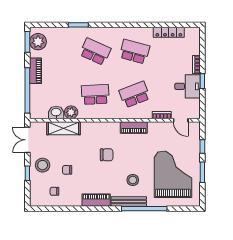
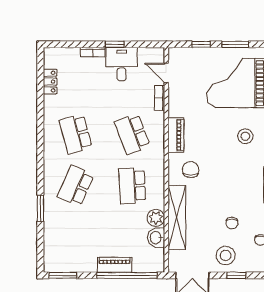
locker: (169, 32) -> (50, 82), width x0.66
plant: (38, 42) -> (63, 261), removed
school desk: (135, 52) -> (76, 134), turned -30
piano: (36, 71) -> (115, 265), moved
door: (181, 120) -> (166, 73), swing flipped
shelving: (63, 128) -> (177, 218), width x1.47
chair: (107, 155) -> (191, 170), moved

